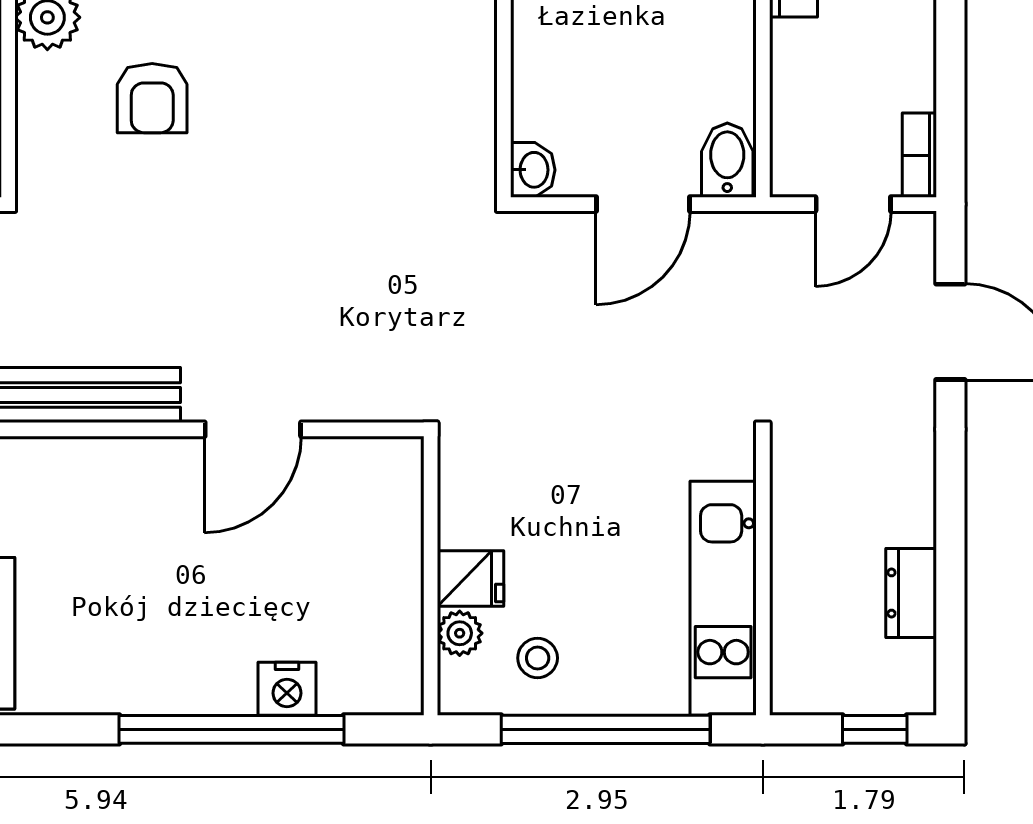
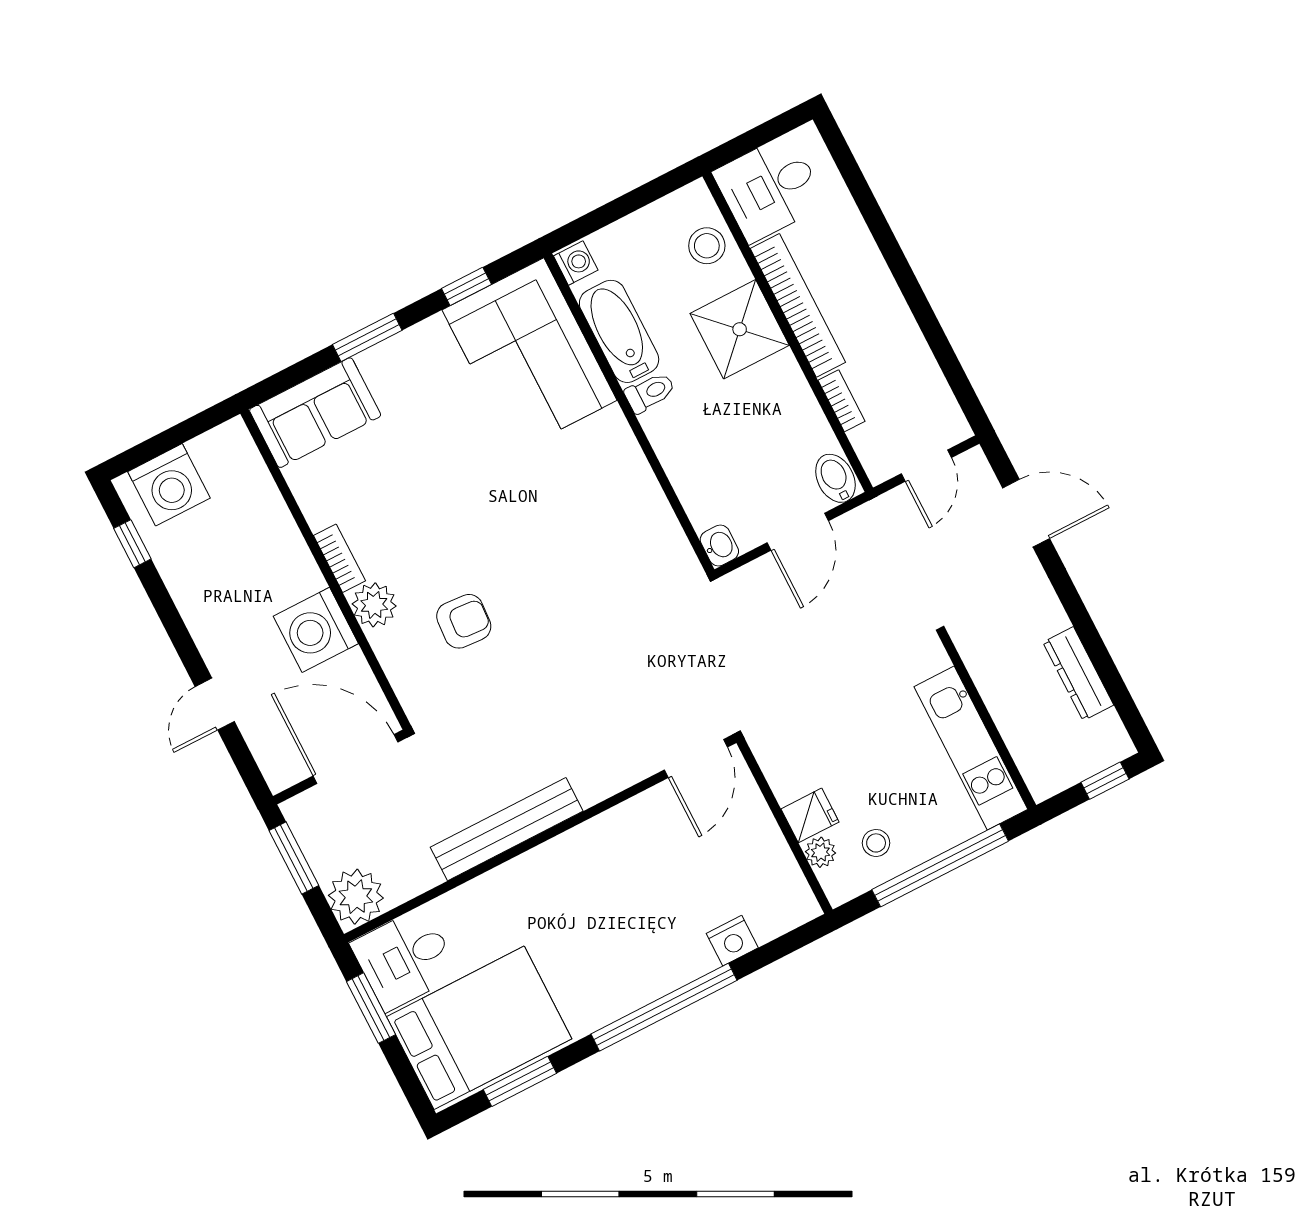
armchair: (152, 98) -> (464, 621), turned -86
bookcase: (919, 155) -> (841, 401), moved, turned 180
door: (253, 429) -> (696, 758), moved
dresser: (911, 593) -> (1078, 674), width x1.44
window: (231, 729) -> (664, 1007), moved

